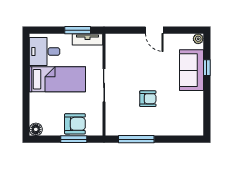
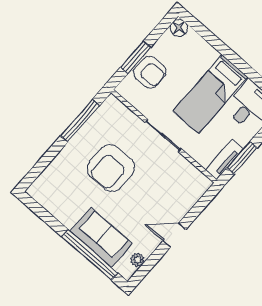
plant: (198, 39) -> (137, 260), moved
window: (207, 68) -> (90, 255), width x3.17
armchair: (148, 99) -> (111, 168), width x1.88, depth x1.88
armchair: (75, 124) -> (150, 72), turned -90

